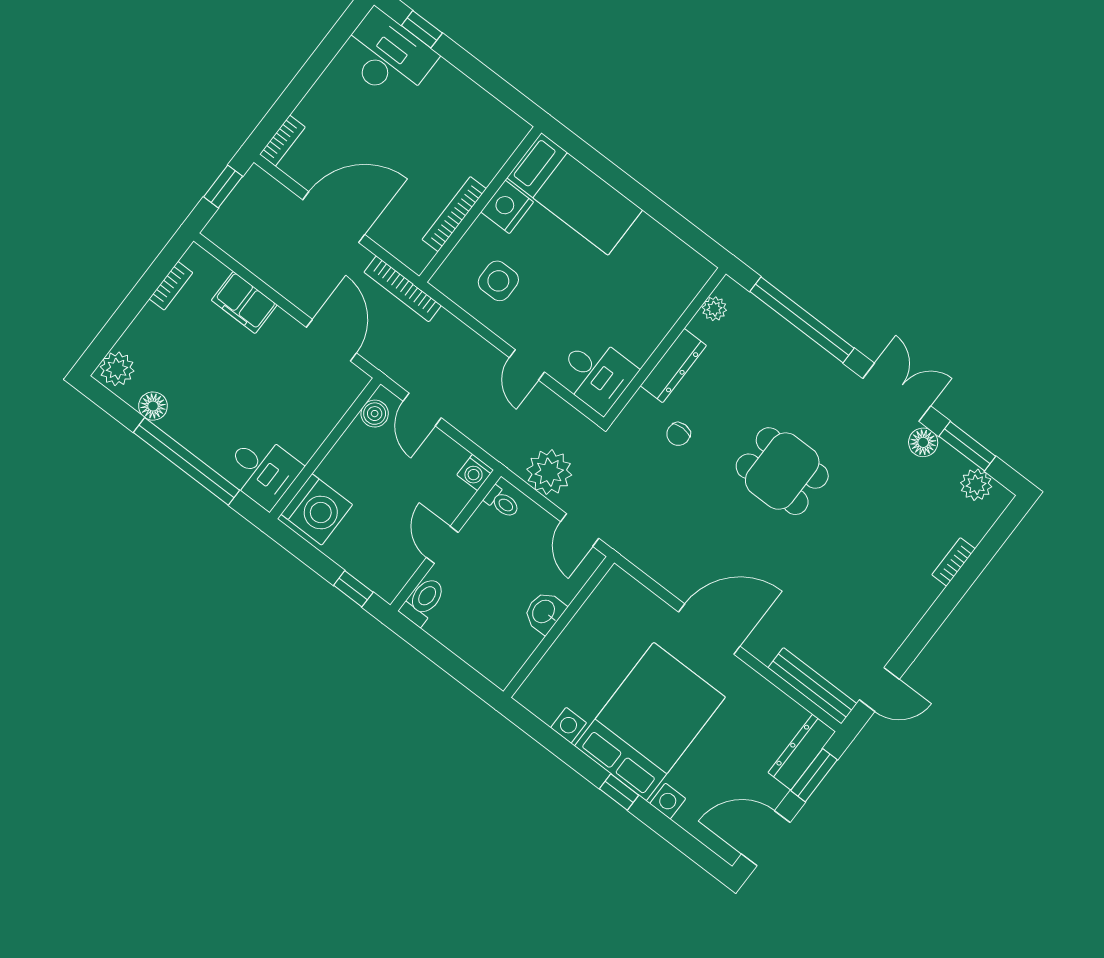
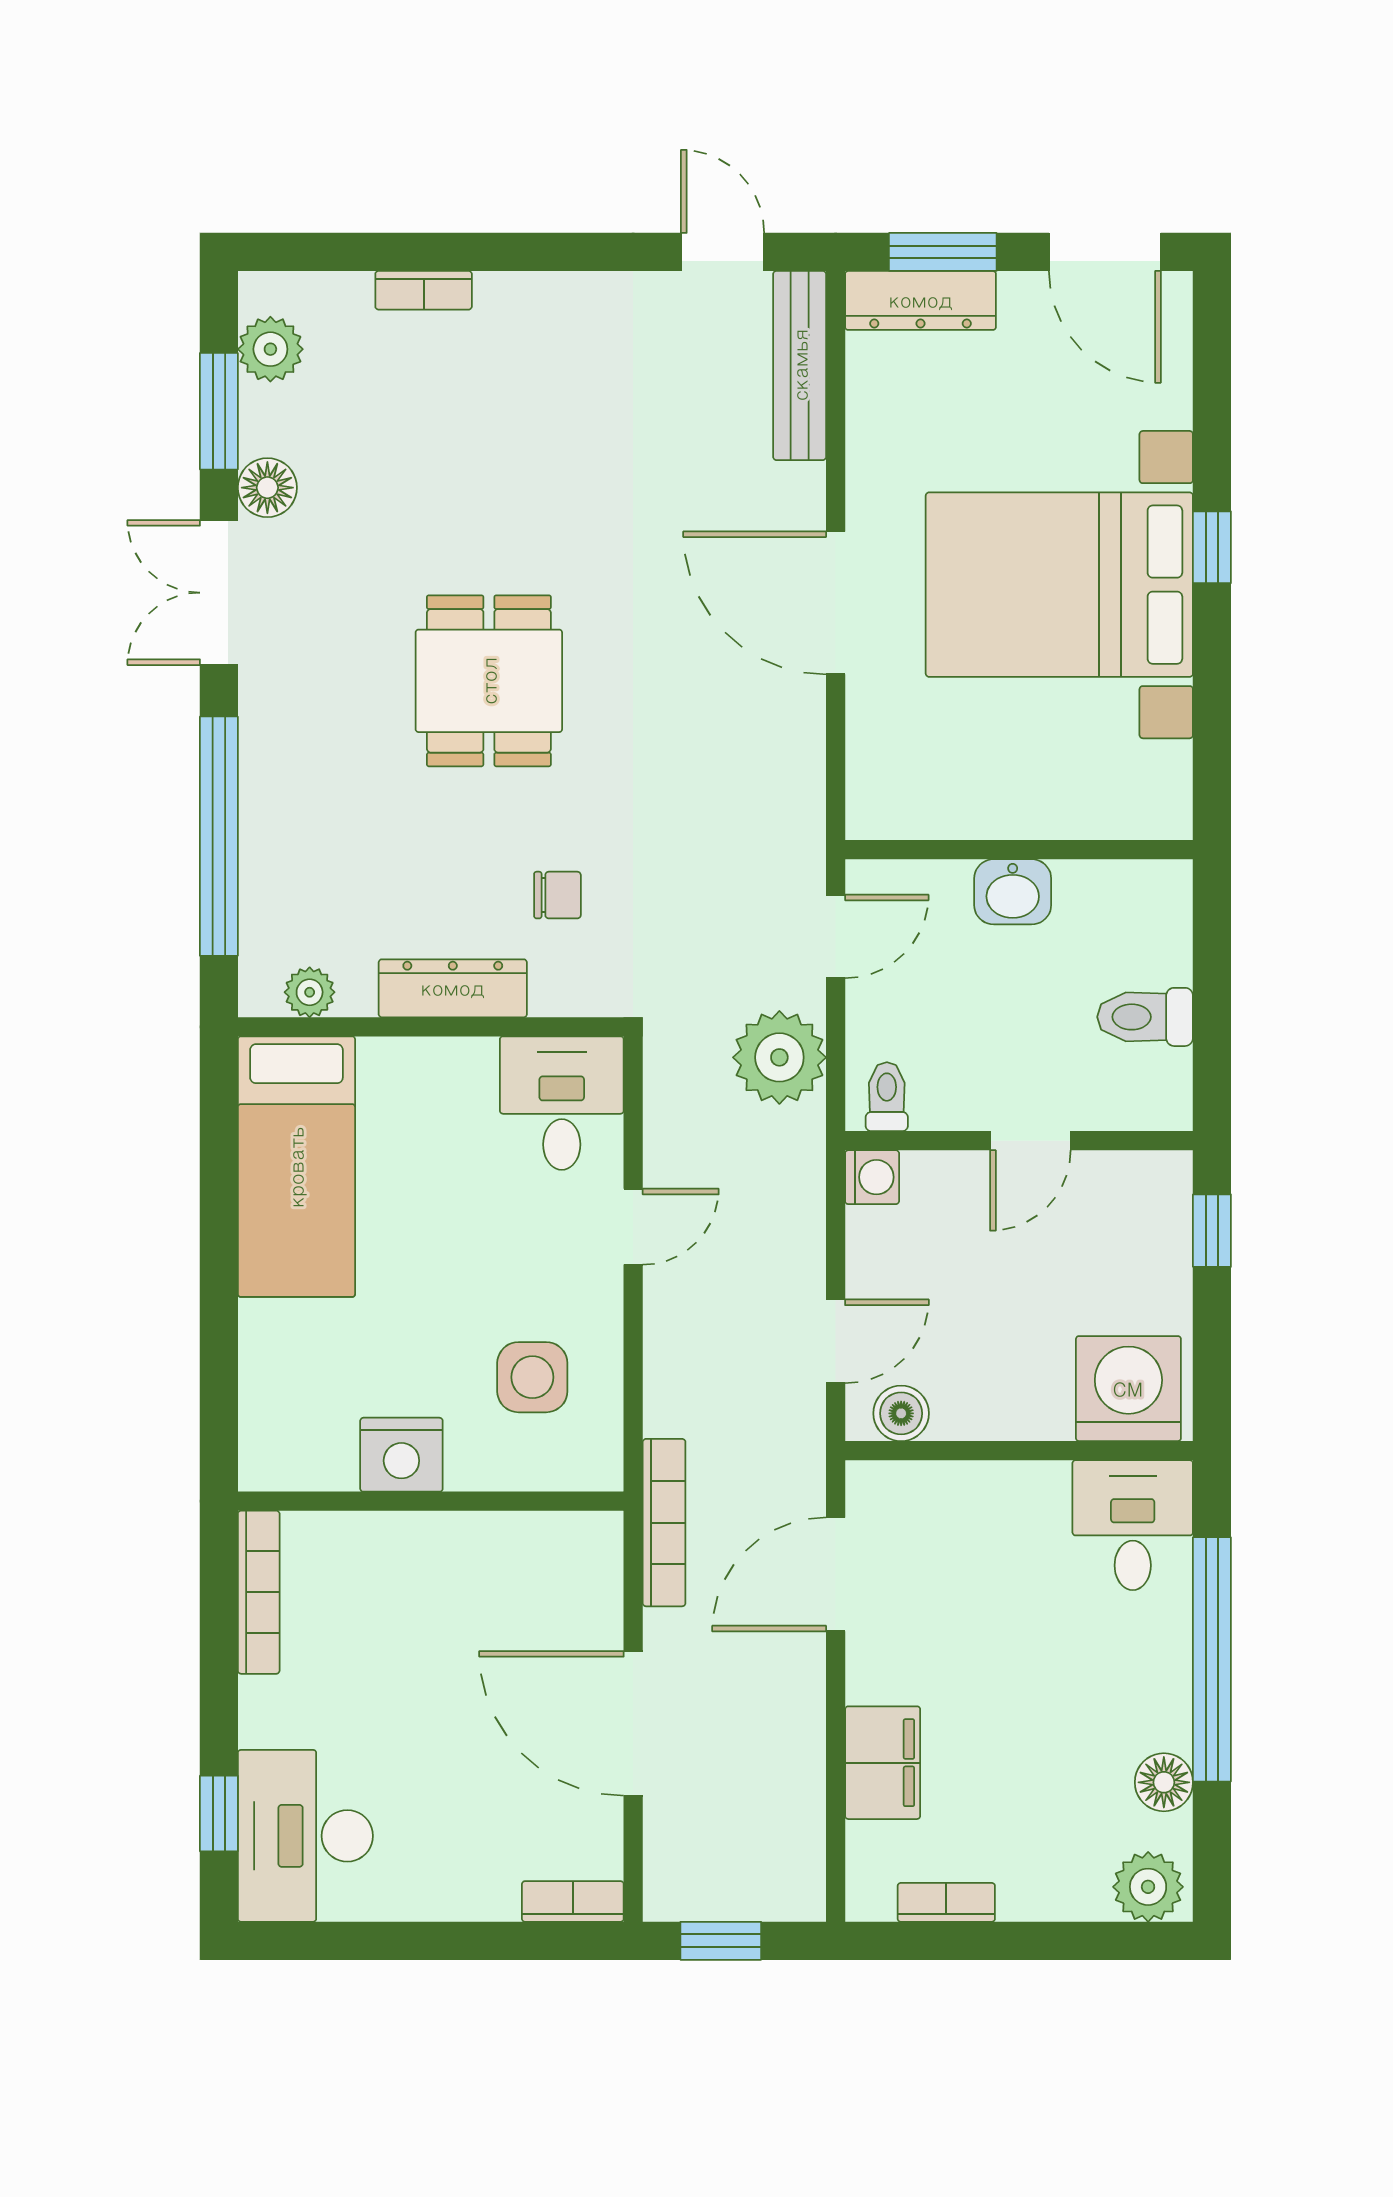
bed: (575, 194) -> (296, 1167), moved, turned 180
bookcase: (454, 214) -> (259, 1592), moved, turned -90
toilet: (423, 601) -> (1145, 1017), moved

